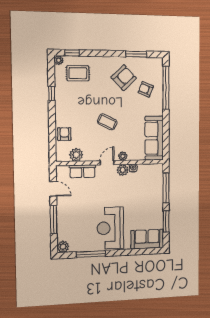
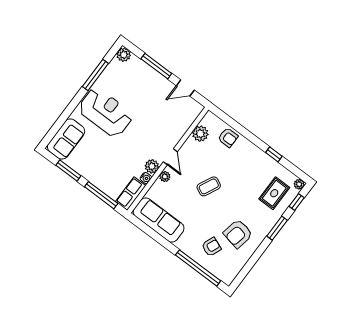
window: (136, 54) -> (277, 228), moved
armchair: (124, 78) -> (238, 234), turned 54
row of seats: (83, 171) -> (131, 194), moved

